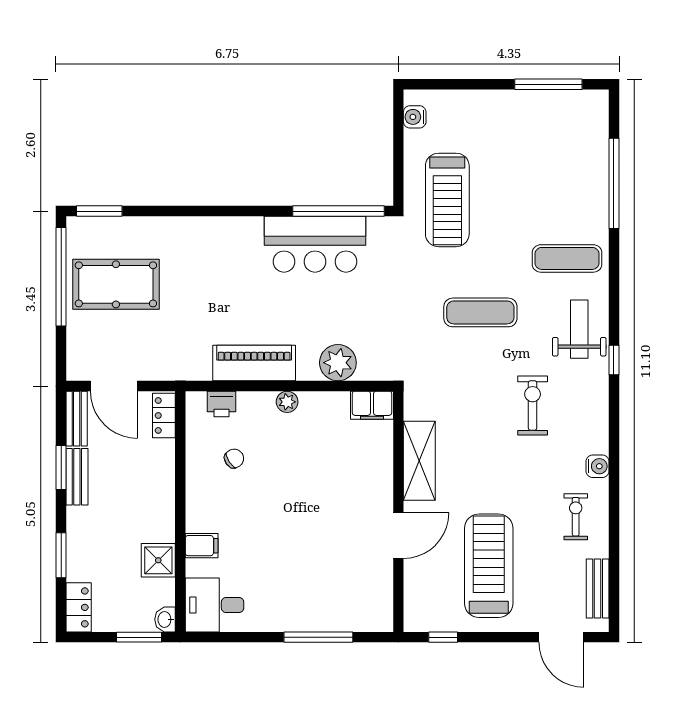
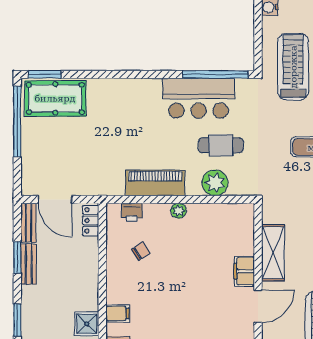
treadmill: (447, 200) -> (293, 67), turned 180
pool table: (116, 284) -> (55, 98), moved
cafe table: (346, 310) -> (221, 145), added
filing cabinet: (372, 405) -> (244, 271), moved, turned 90

